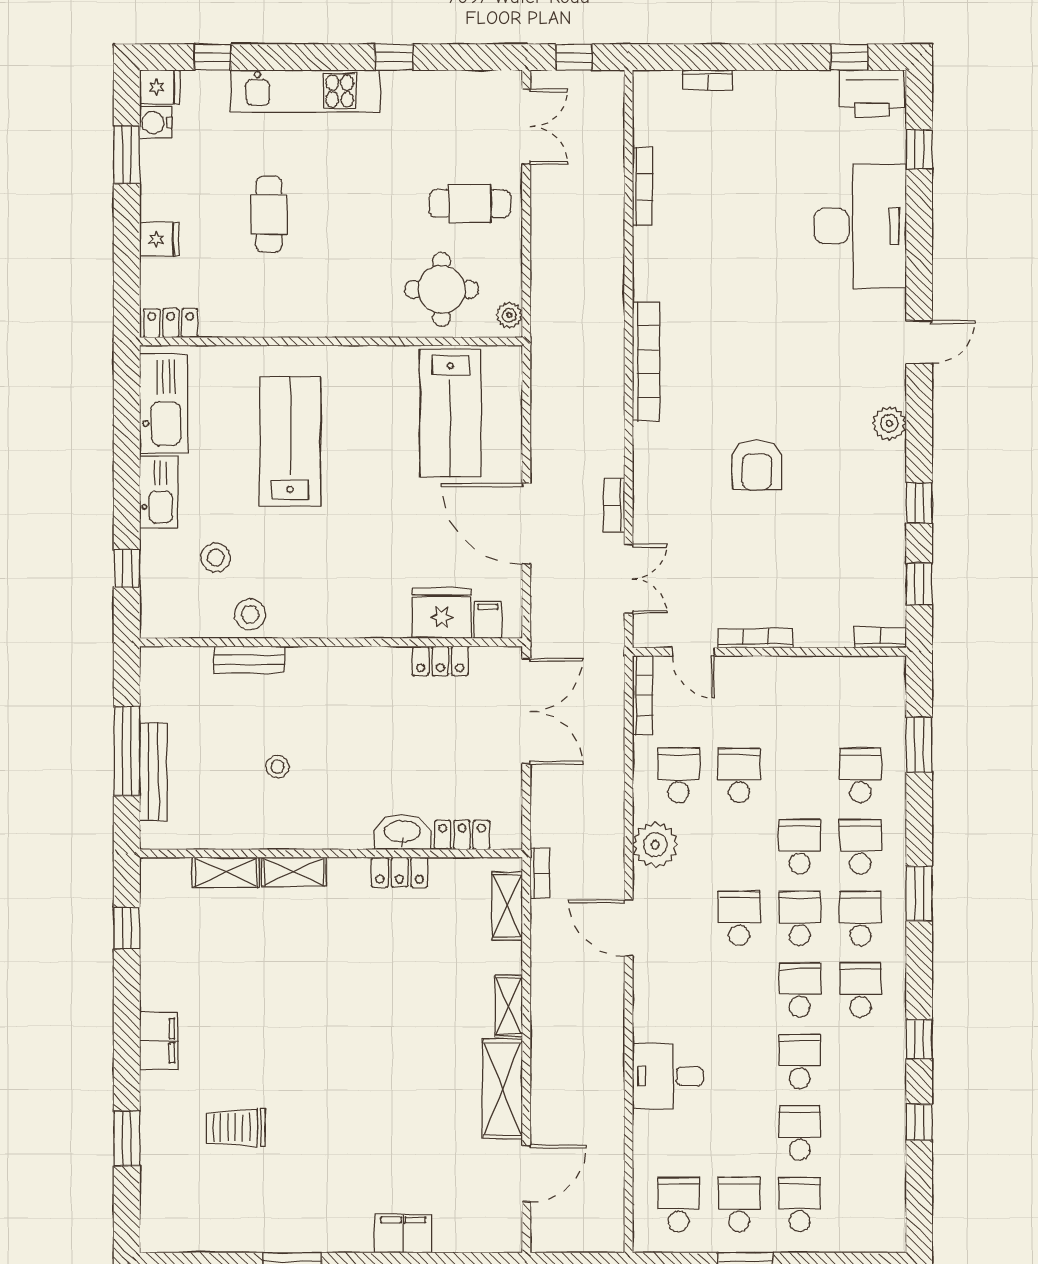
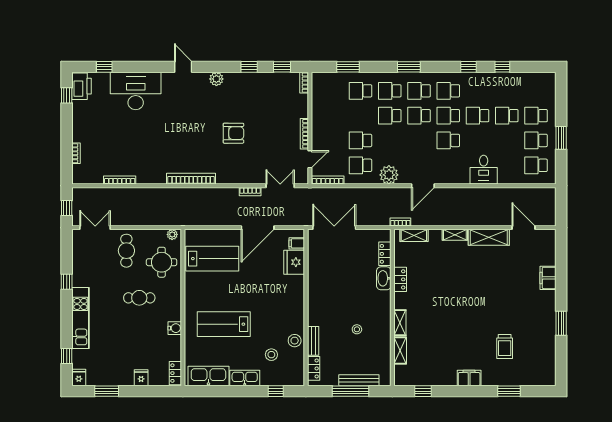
water cooler: (156, 122) -> (175, 328), moved, turned -90
cafe table: (269, 214) -> (139, 298), moved
locker: (440, 661) -> (314, 368), moved
school desk: (739, 918) -> (448, 140), moved

